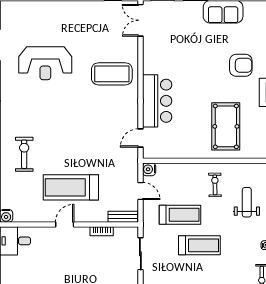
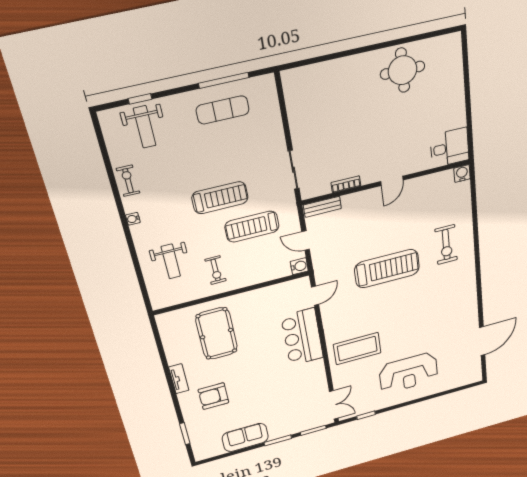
reception desk: (45, 63) -> (409, 373), moved, turned 180
treadmill: (71, 187) -> (387, 269), moved
treadmill: (199, 245) -> (220, 198), turned 180

